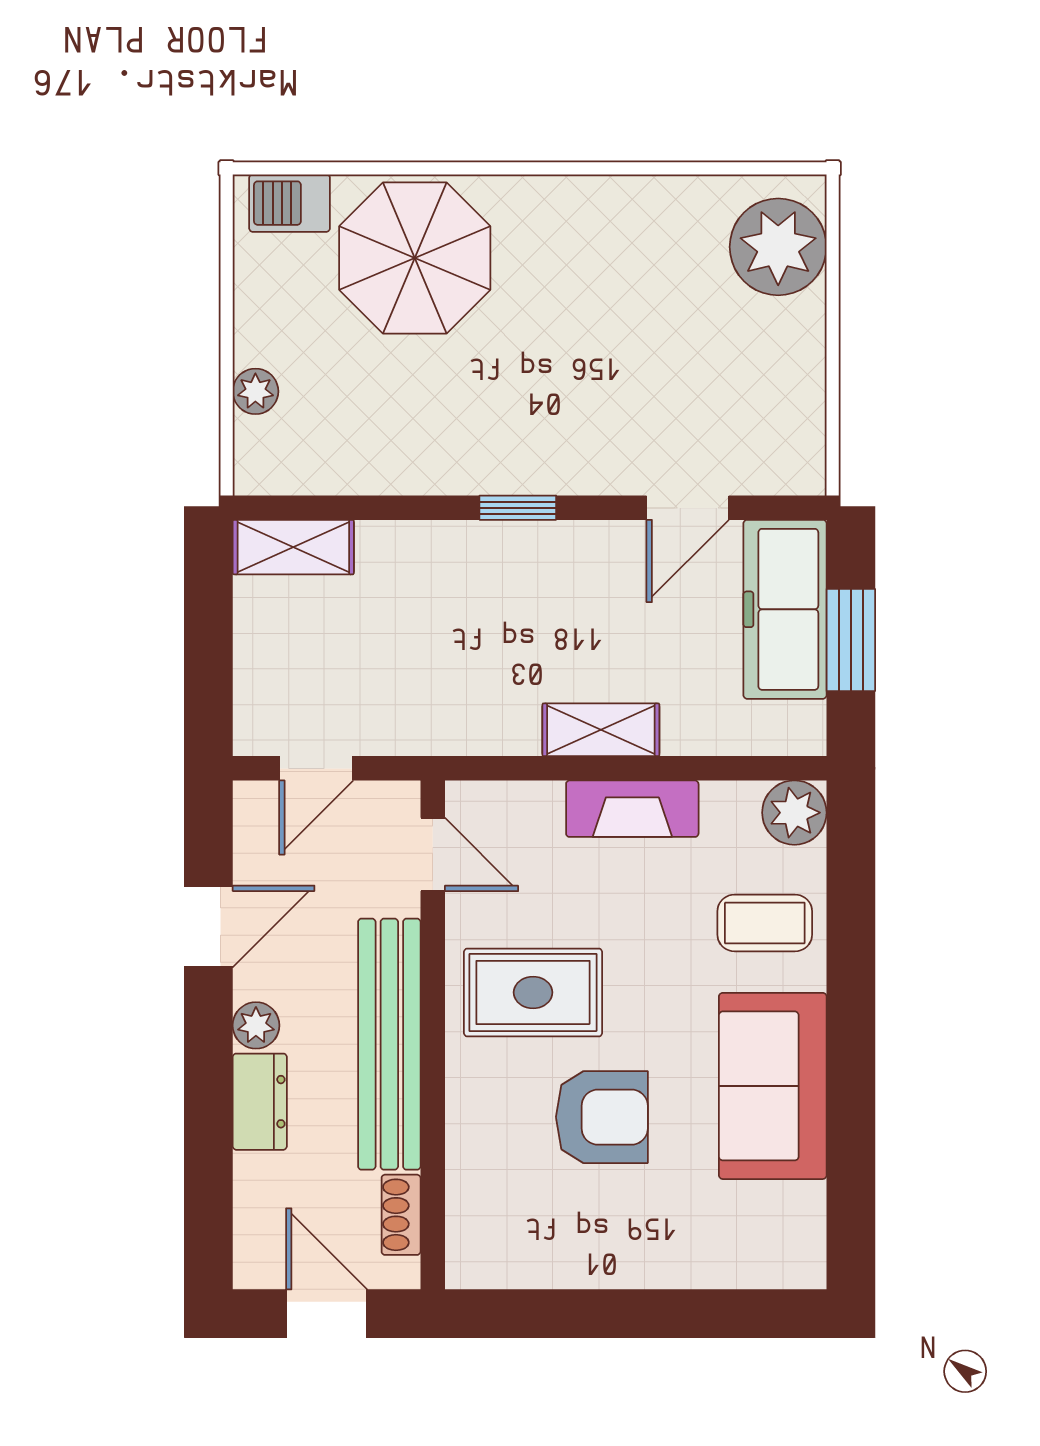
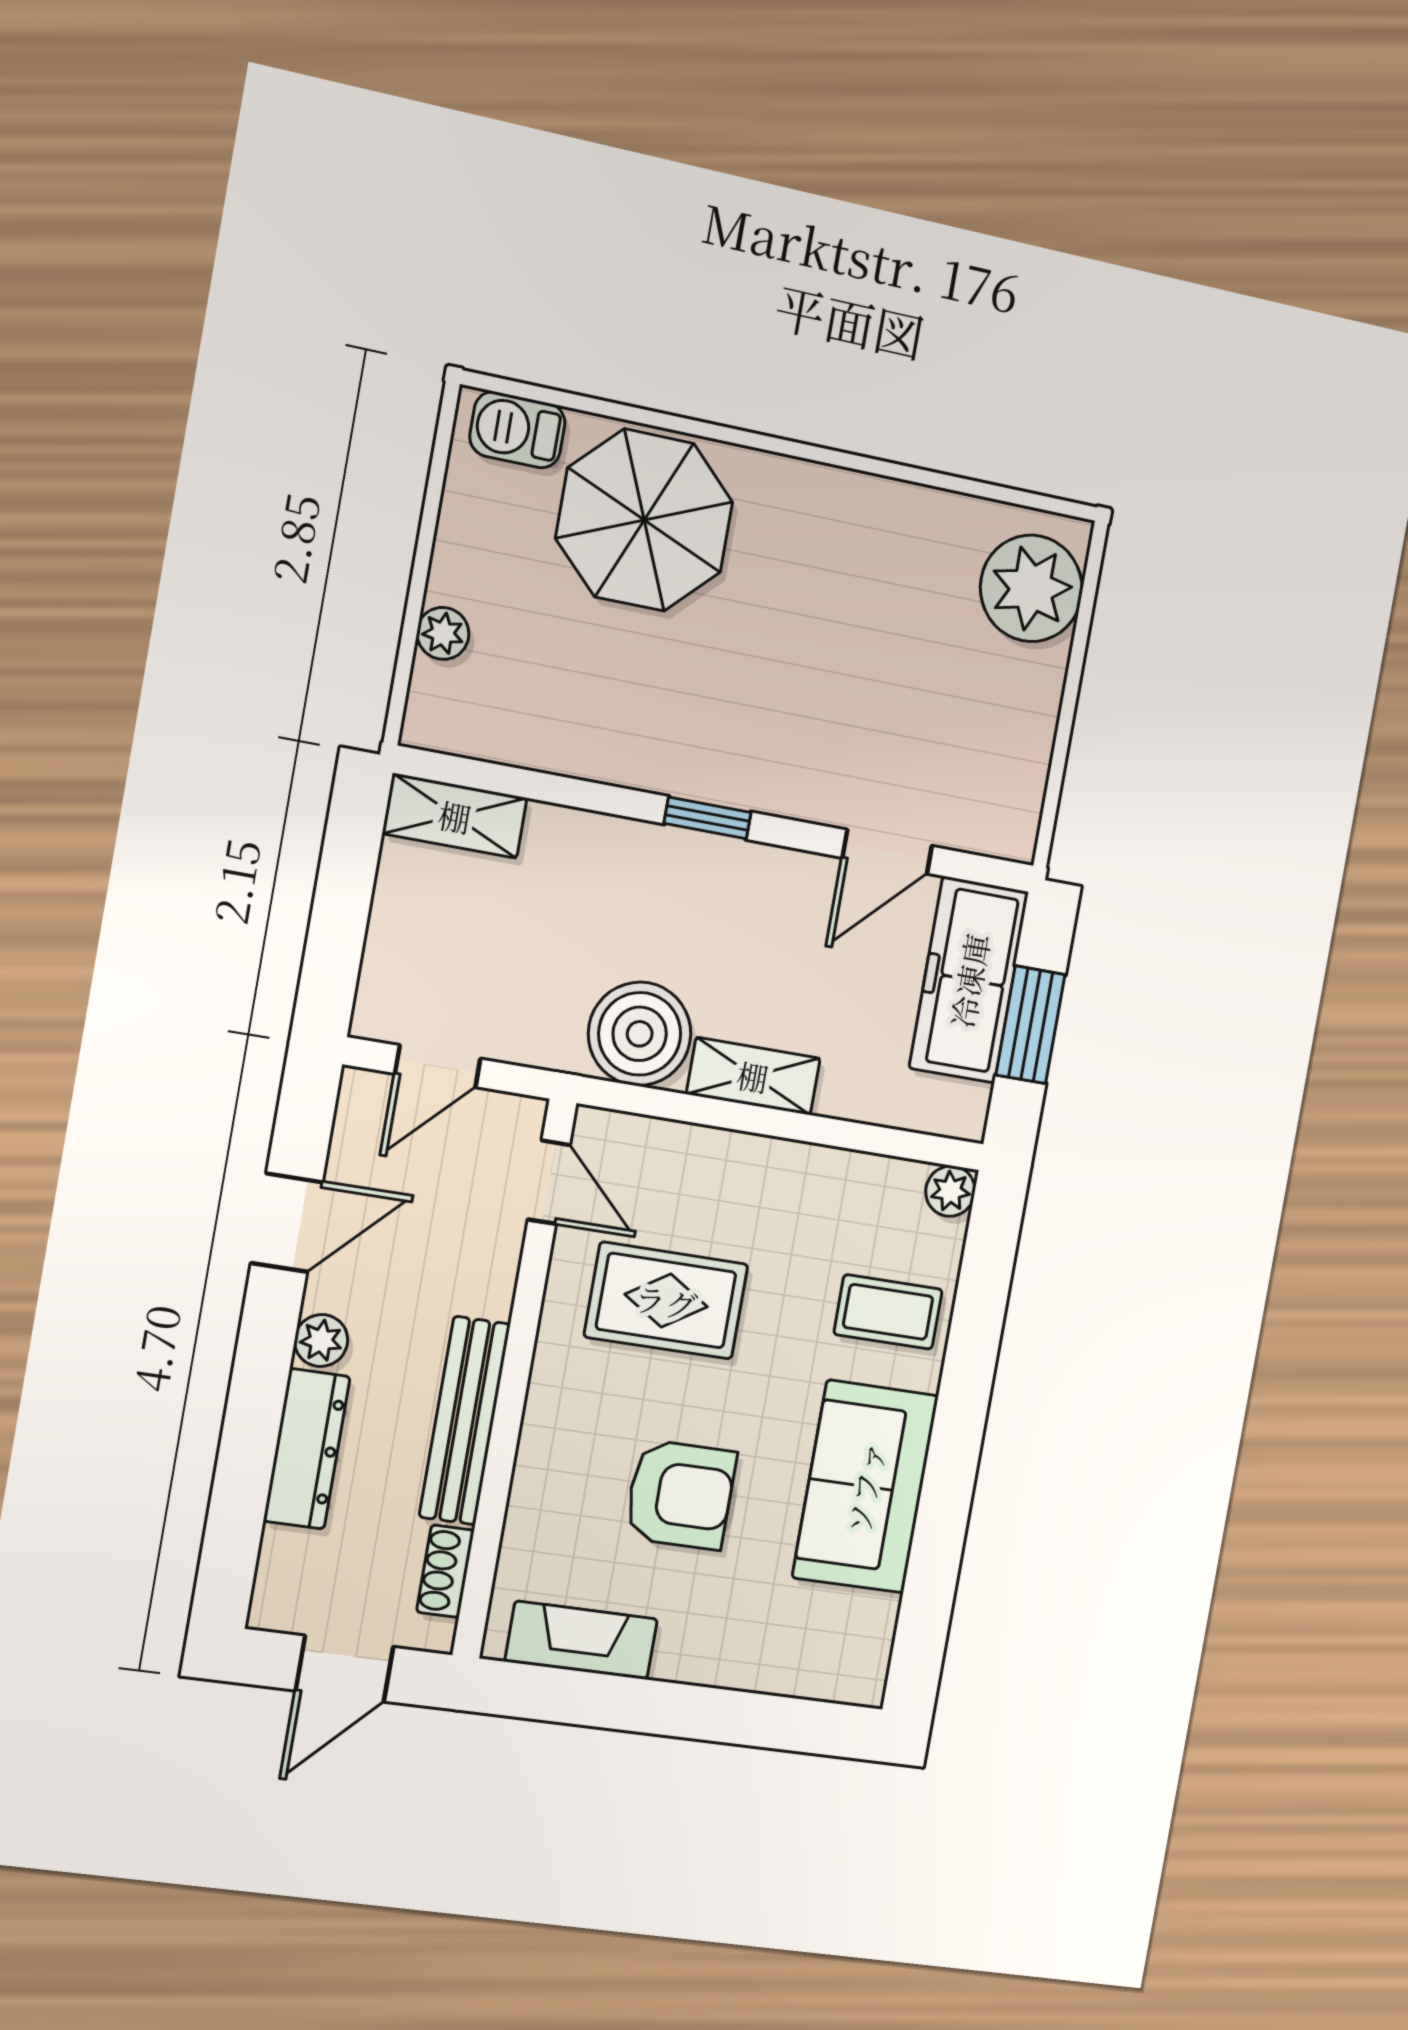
boiler: (491, 709) -> (640, 1034), added
fireplace: (632, 809) -> (581, 1640), moved, turned 180
plant: (794, 813) -> (950, 1191), width x0.73, depth x0.73
rug: (533, 992) -> (666, 1301), moved
bench: (389, 1044) -> (465, 1421), width x0.73, depth x0.82
dresser: (260, 1102) -> (307, 1449), width x1.44
door: (327, 1314) -> (345, 1669), swing flipped

